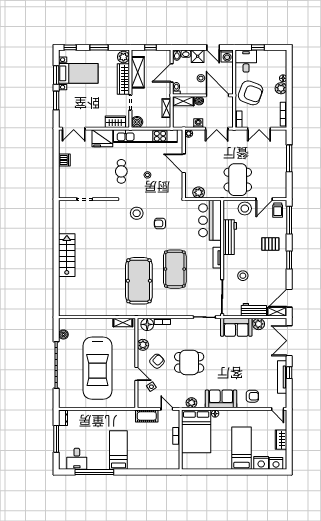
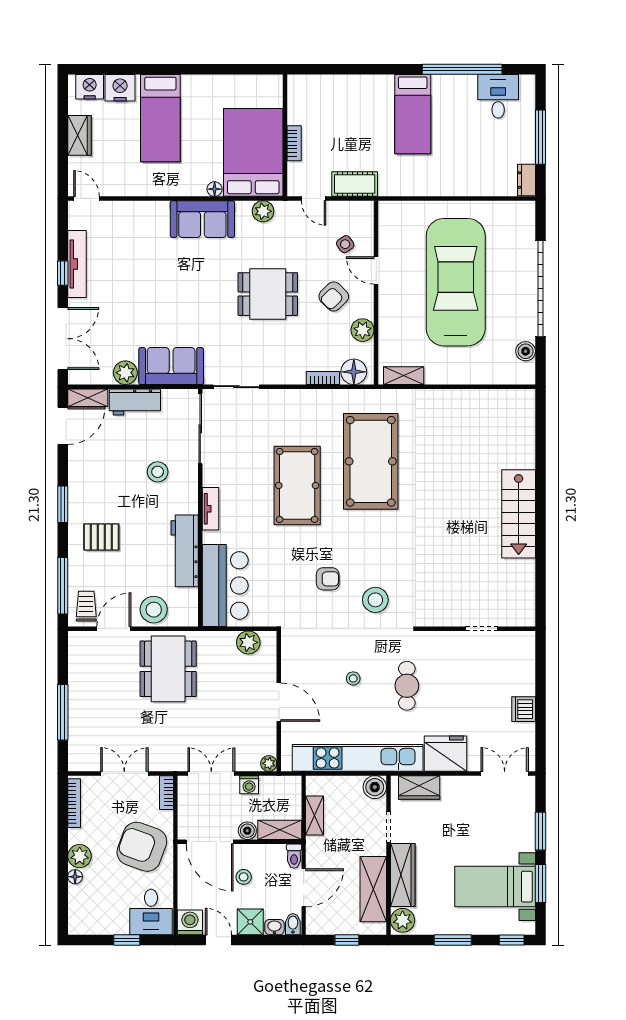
armchair: (252, 396) -> (138, 225), removed

